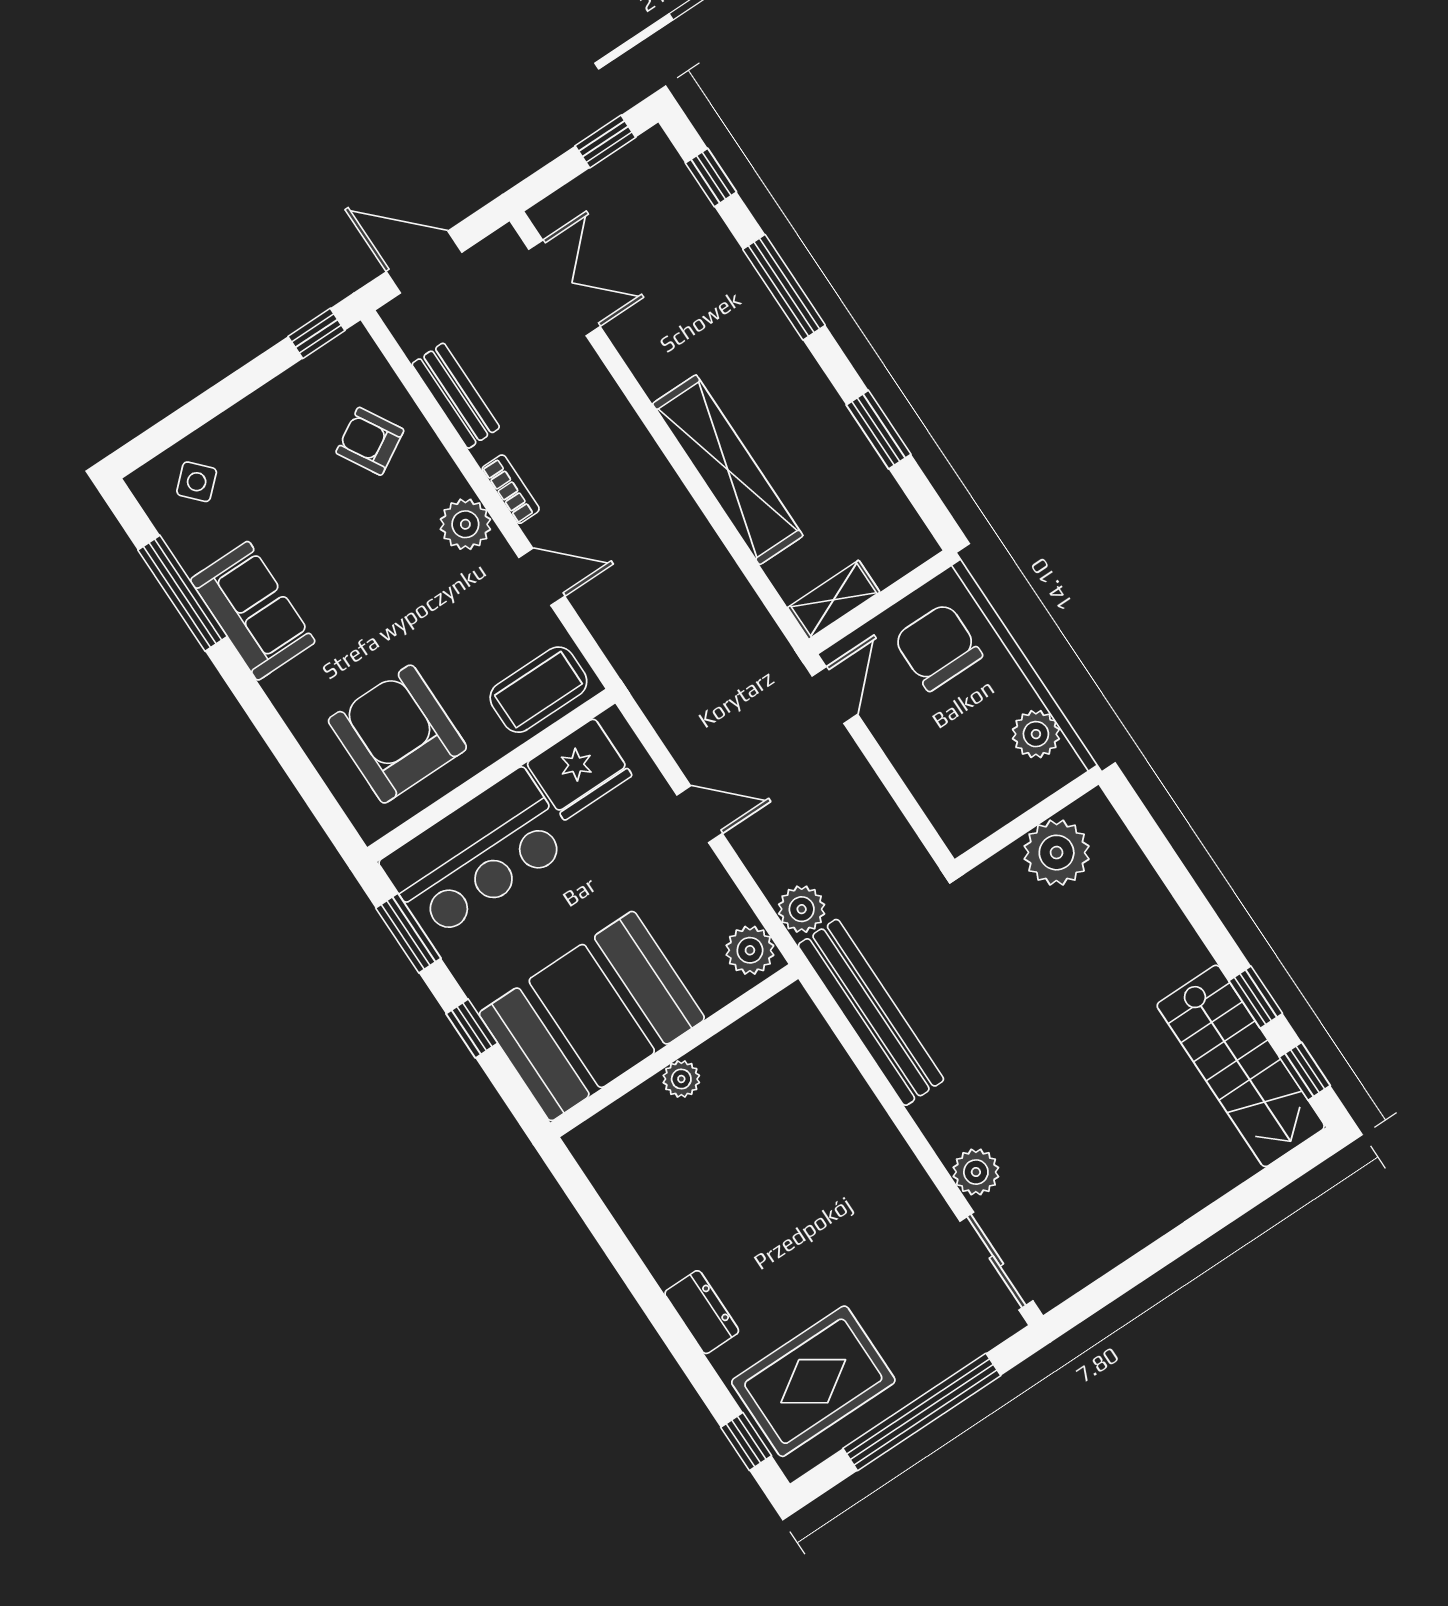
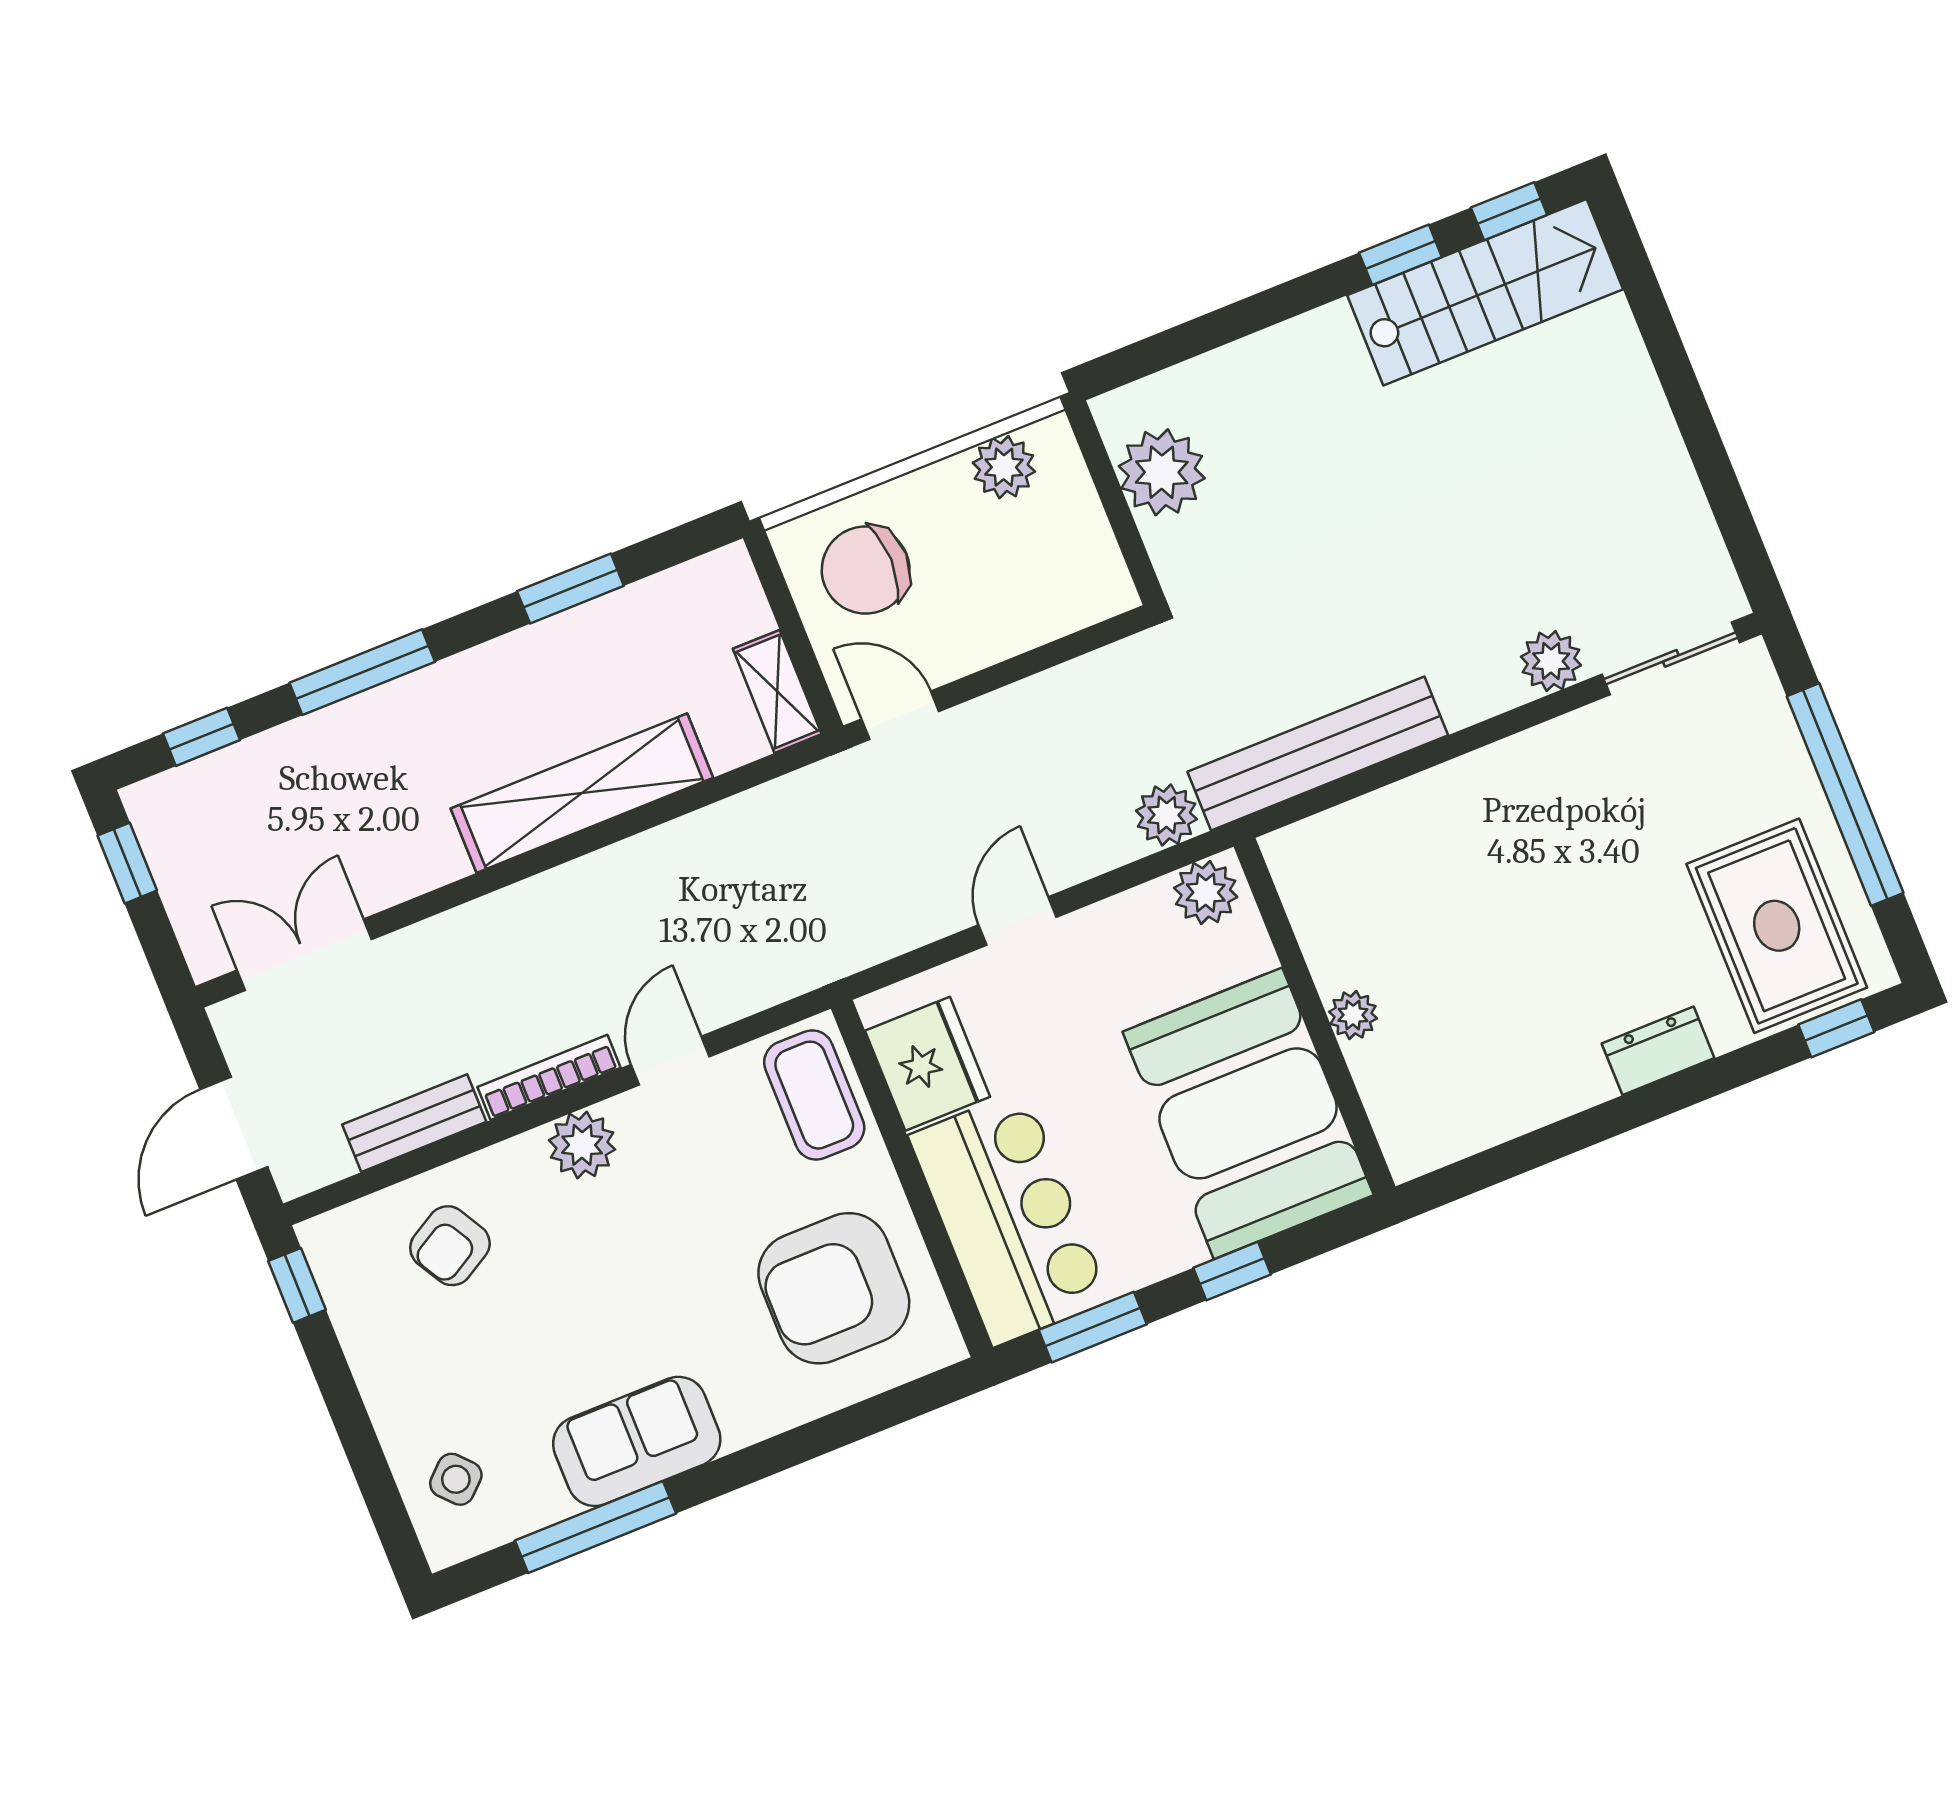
bookcase: (511, 489) -> (549, 1077), width x1.56

